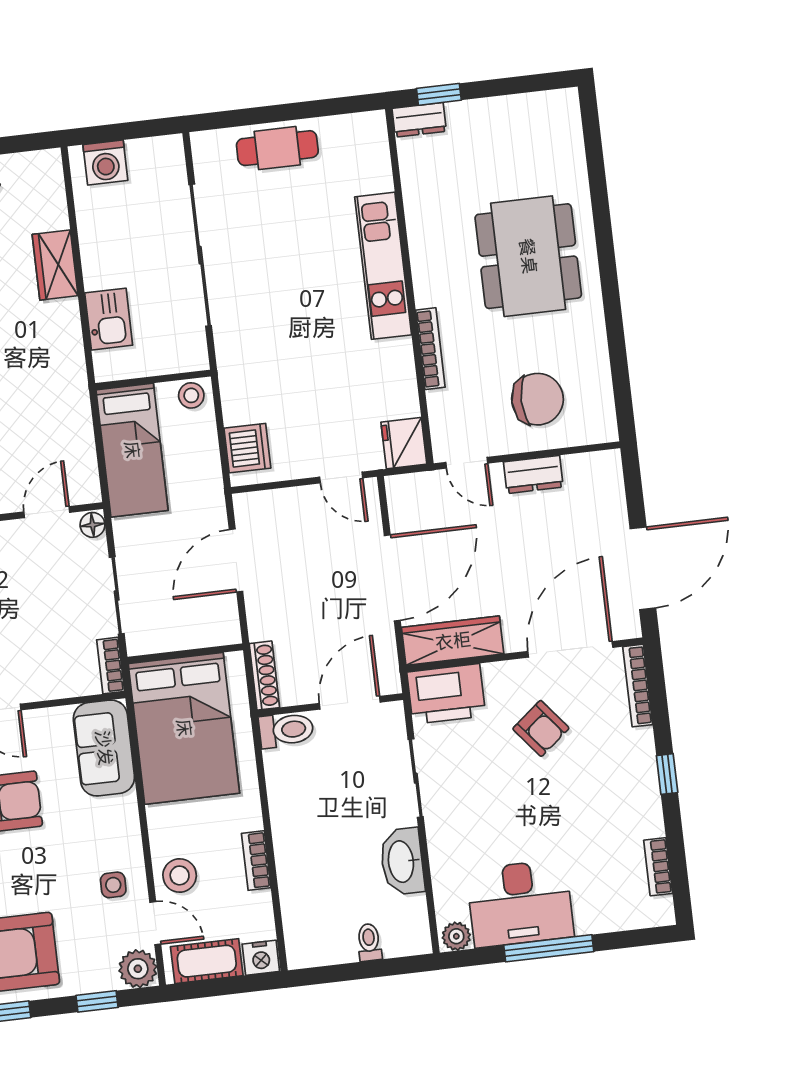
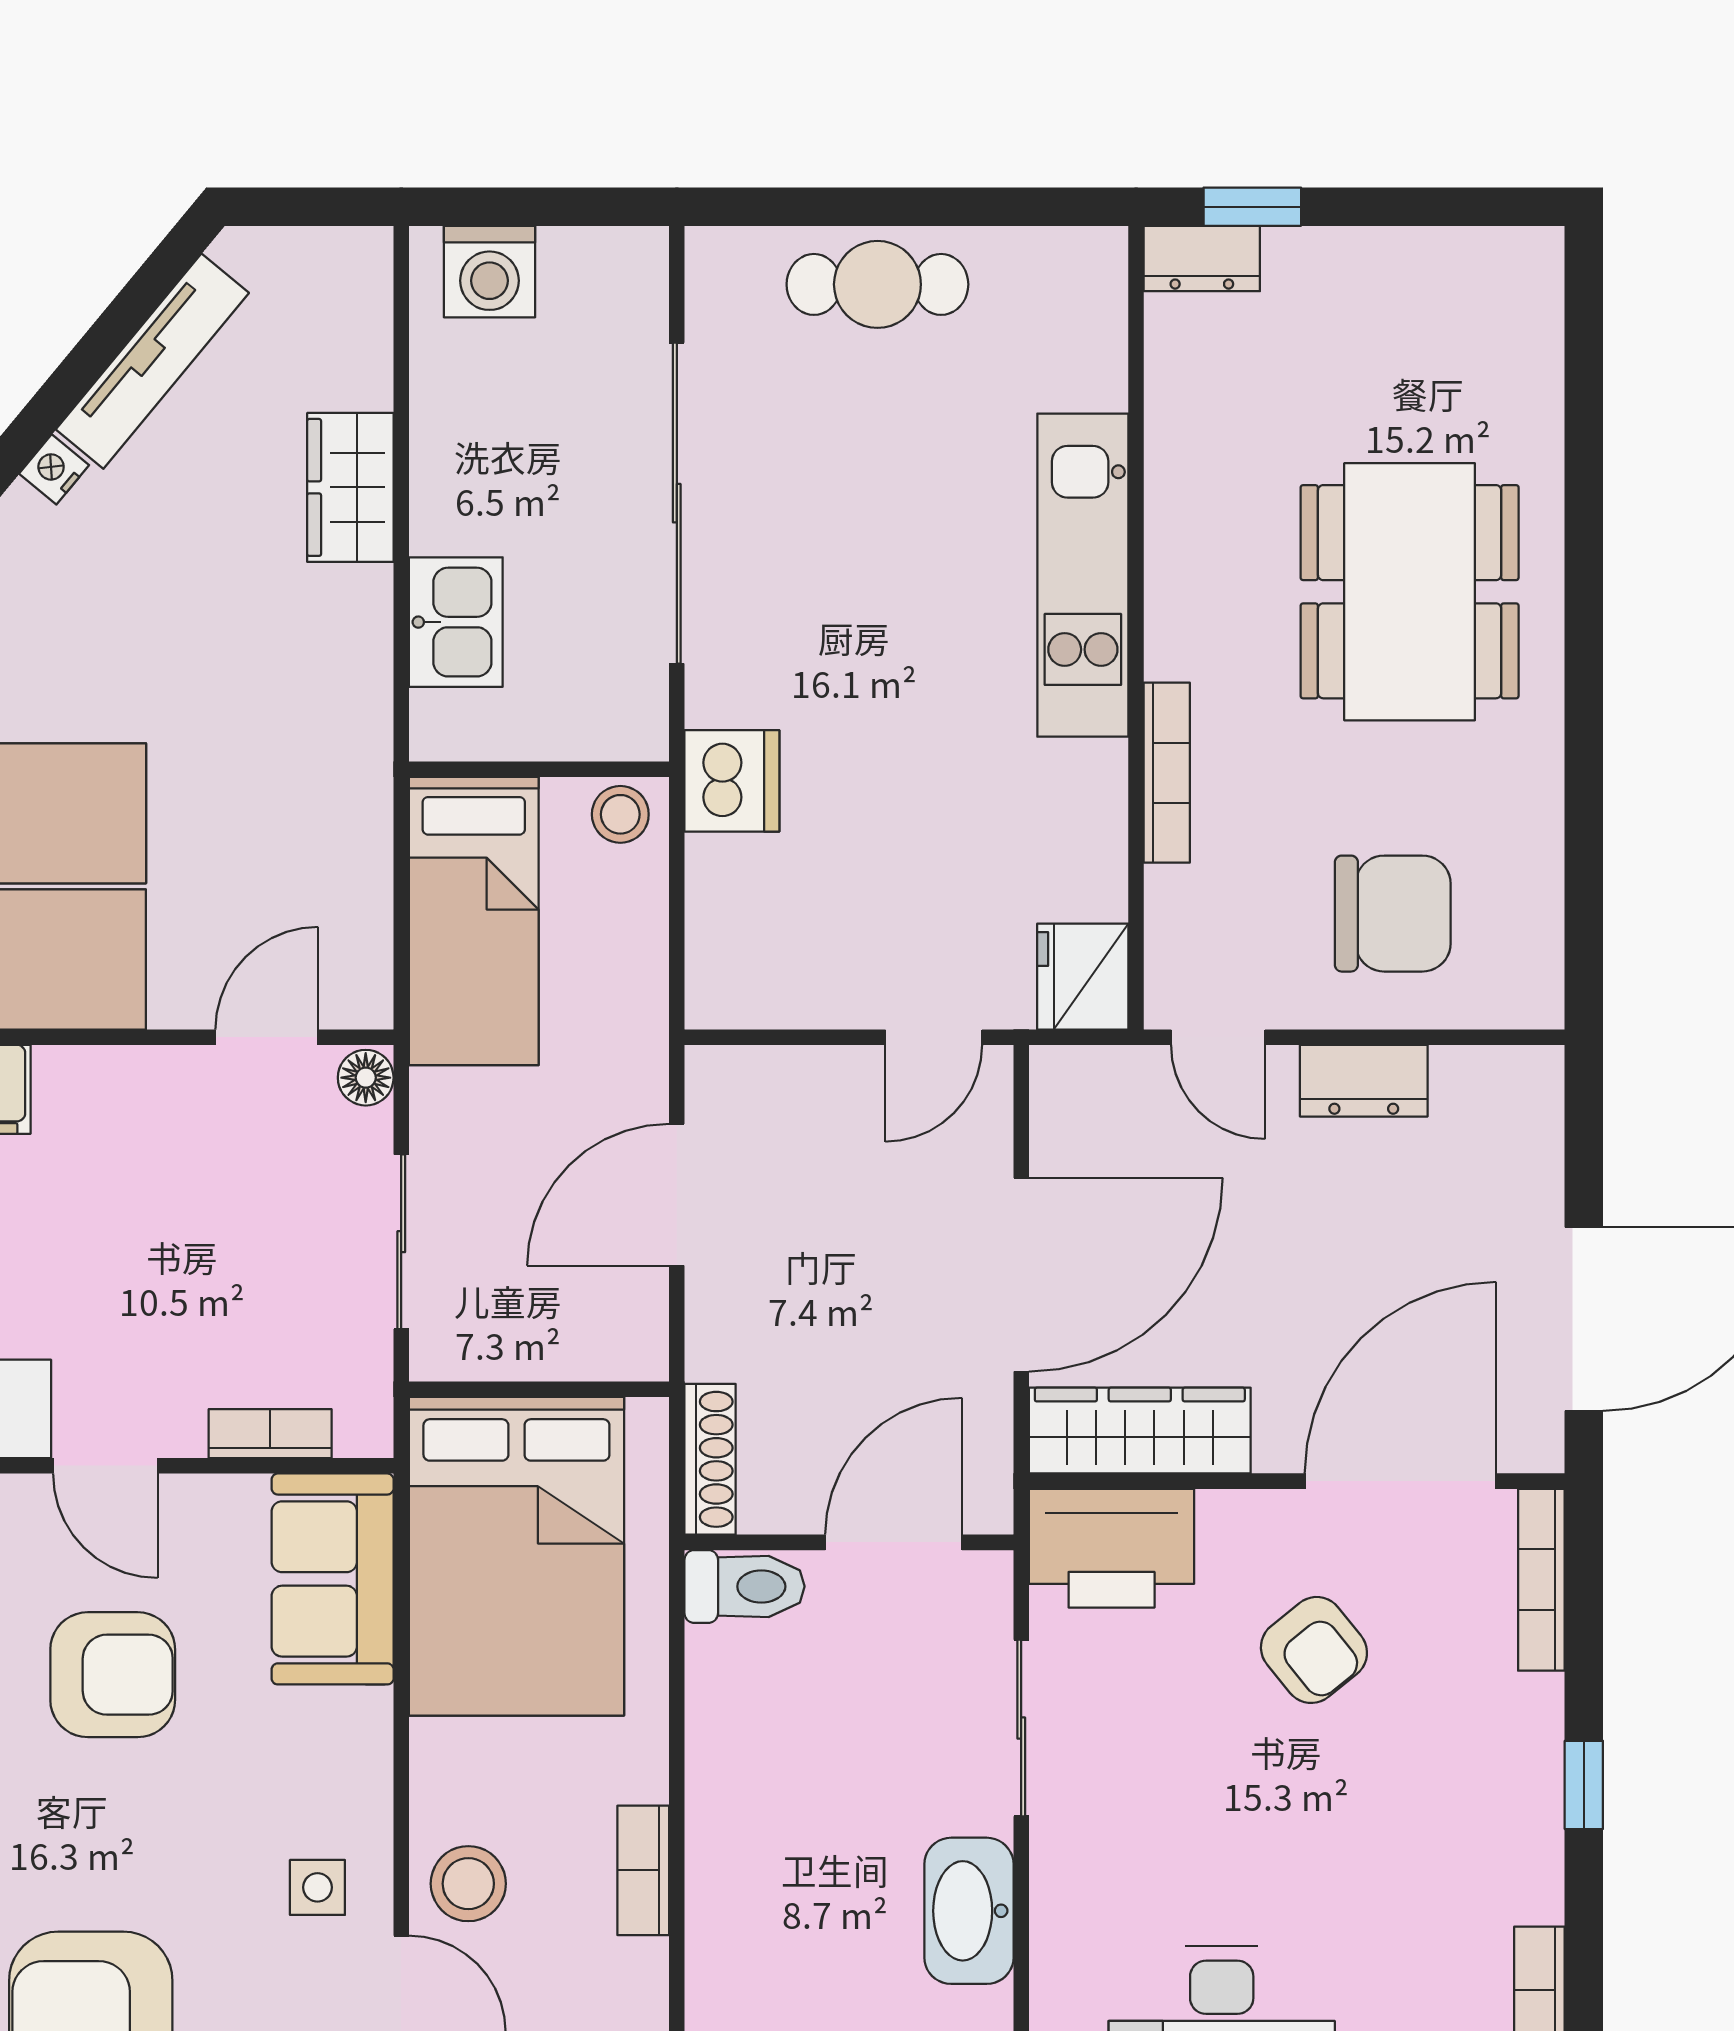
dishwasher: (247, 448) -> (732, 781), moved
door: (341, 478) -> (934, 1037), hinge flipped
bookcase: (111, 666) -> (270, 1434), moved, turned 90

